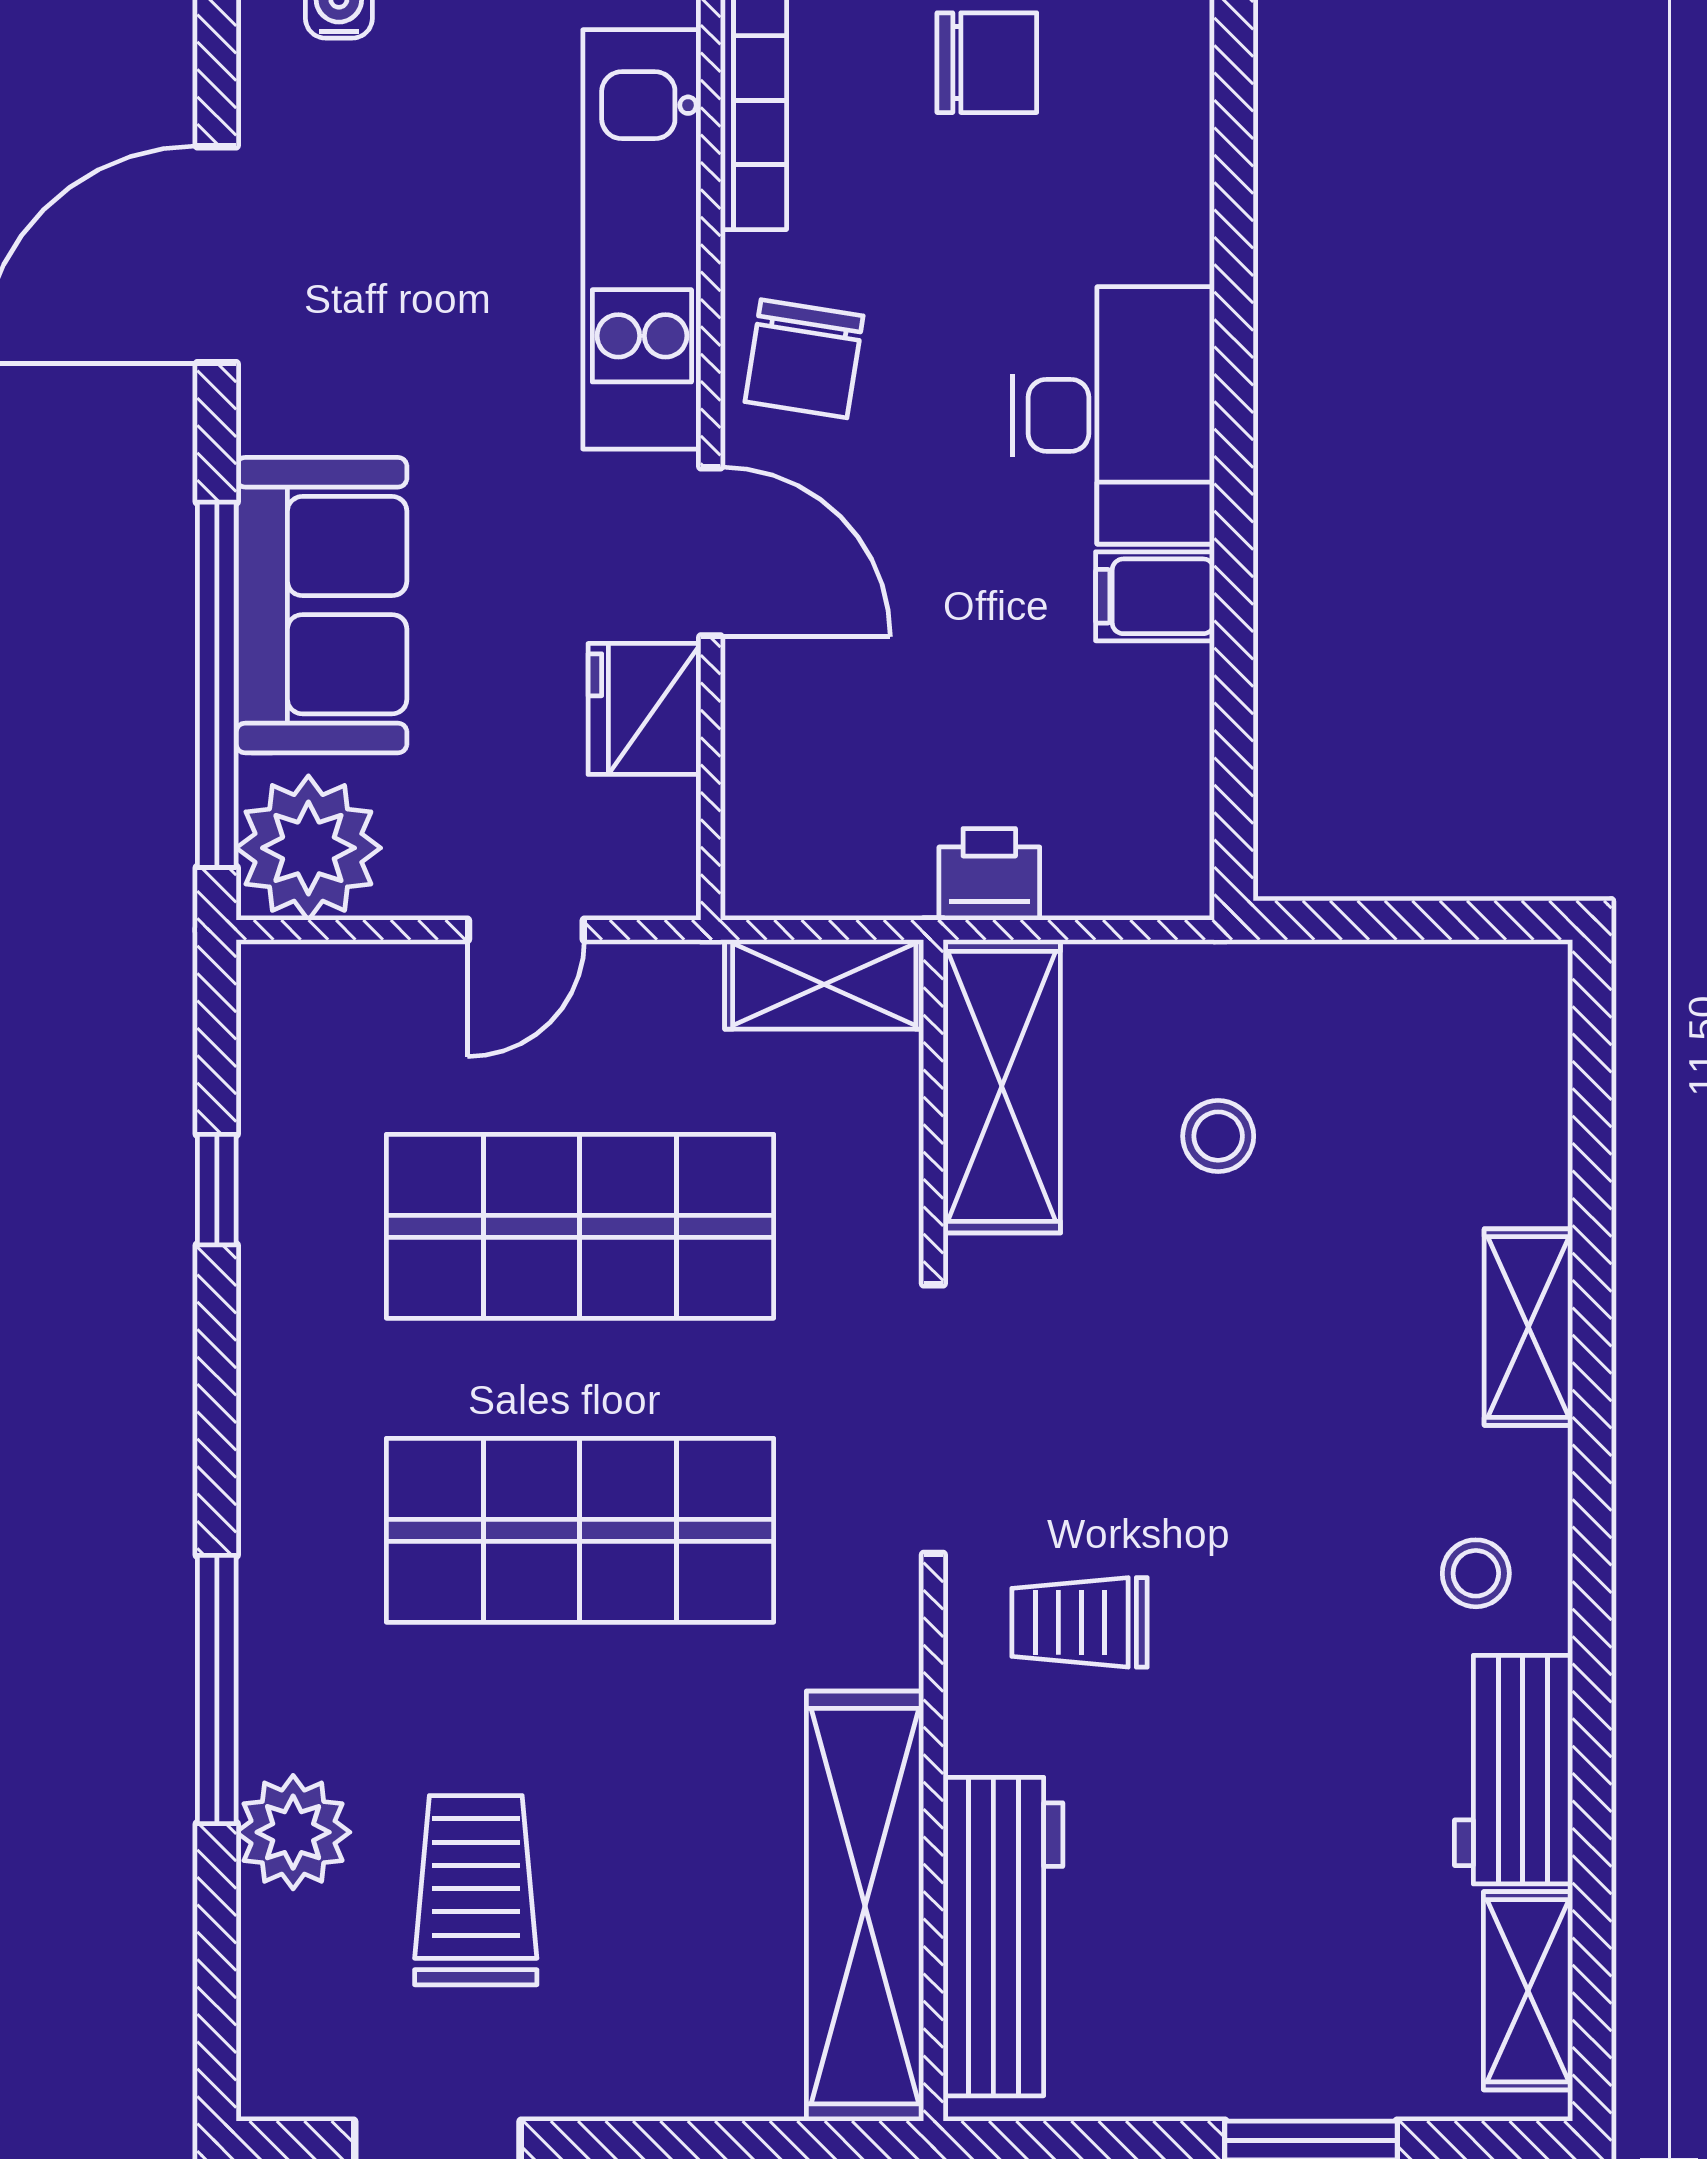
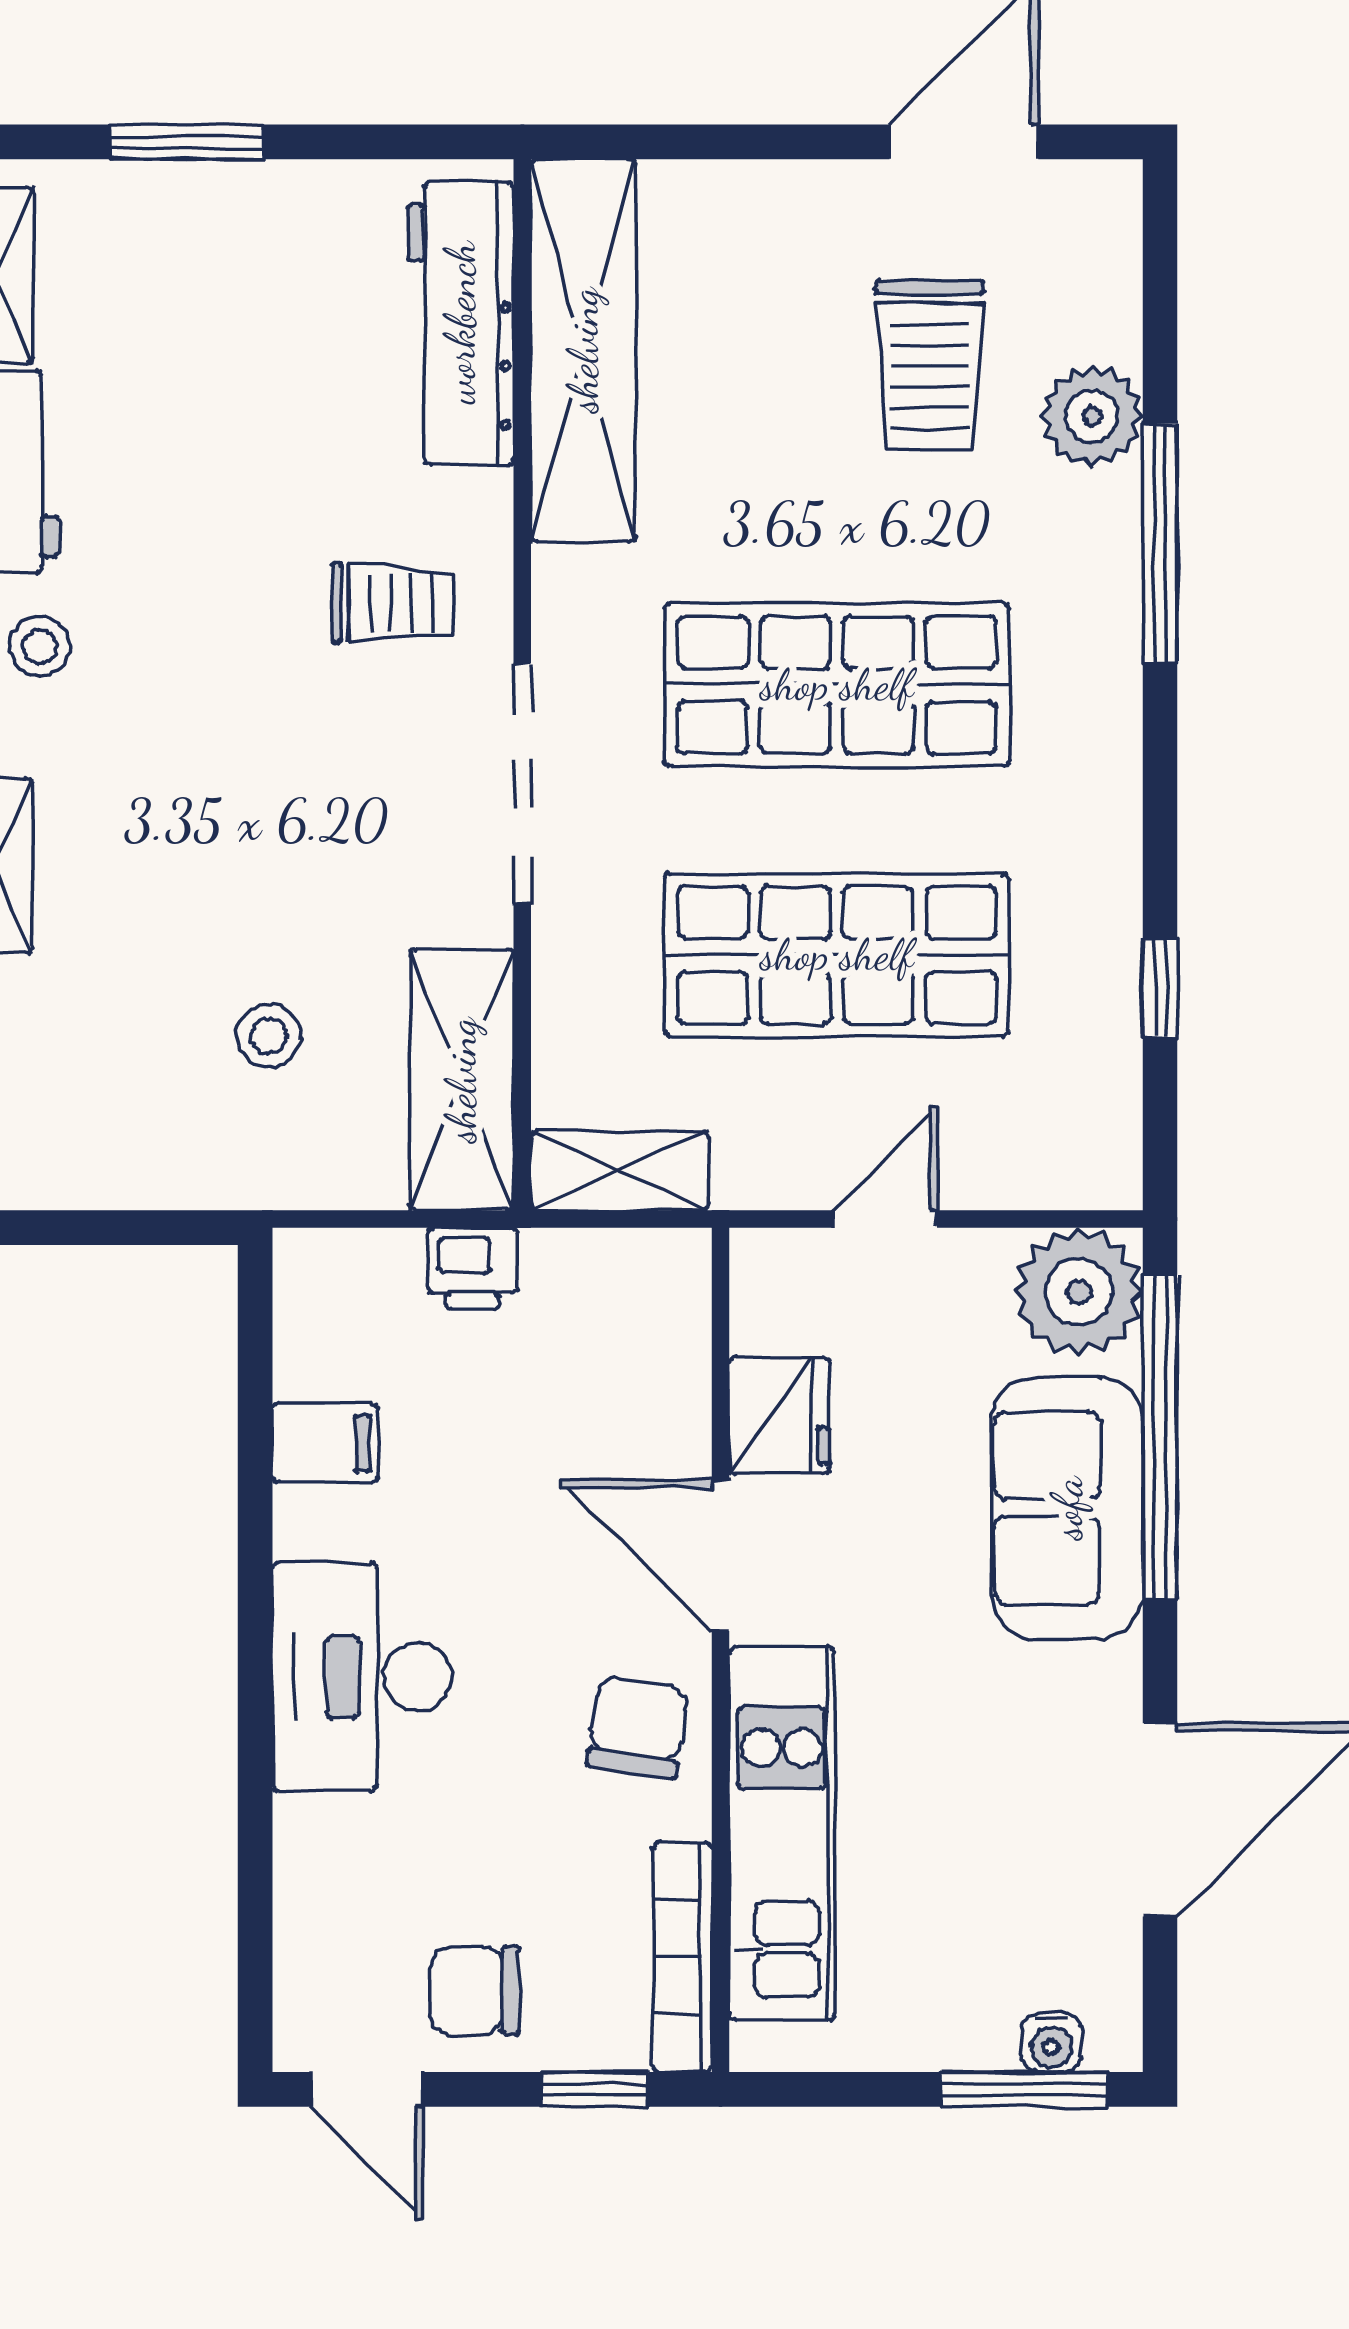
filing cabinet: (1155, 596) -> (325, 1443), moved

